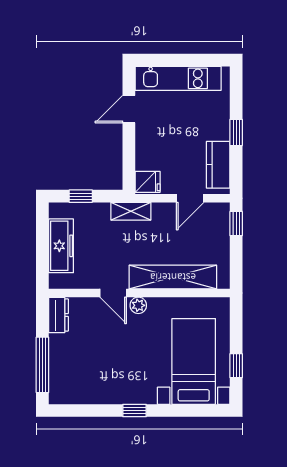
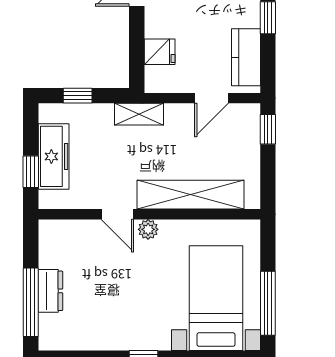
fridge: (148, 182) -> (160, 52), moved
window: (42, 258) -> (31, 172), added
dresser: (58, 315) -> (50, 291), moved
window: (236, 366) -> (268, 303), width x2.17

